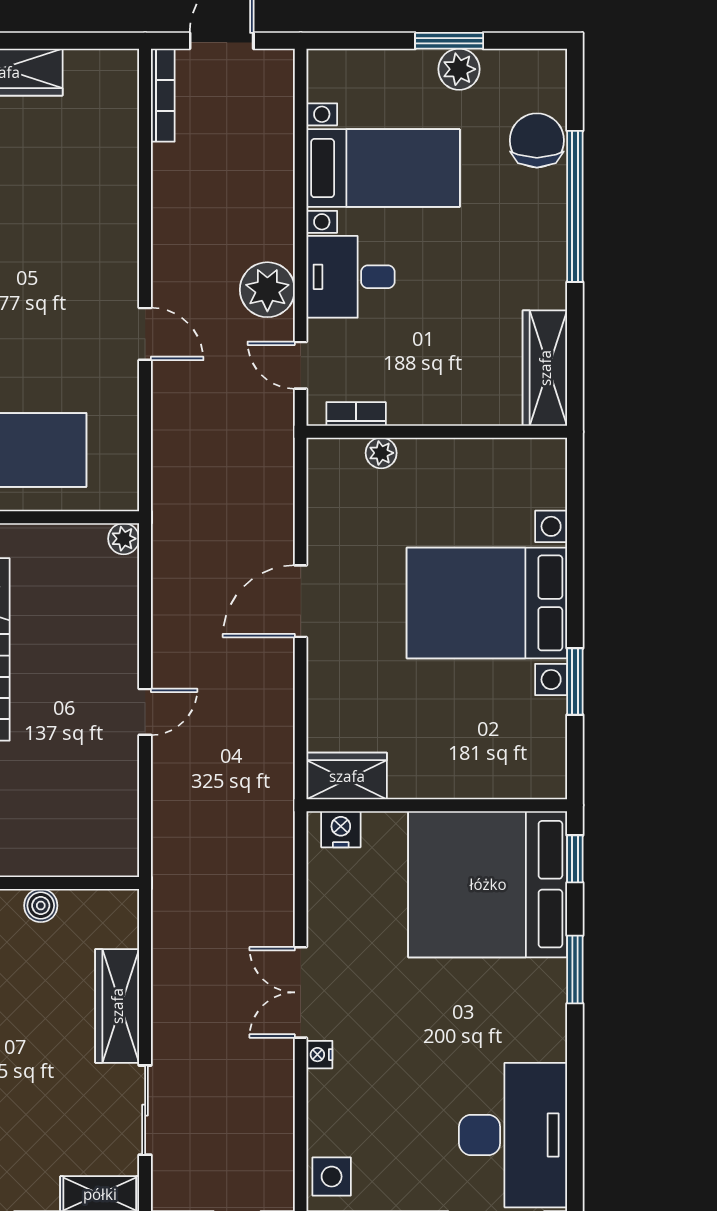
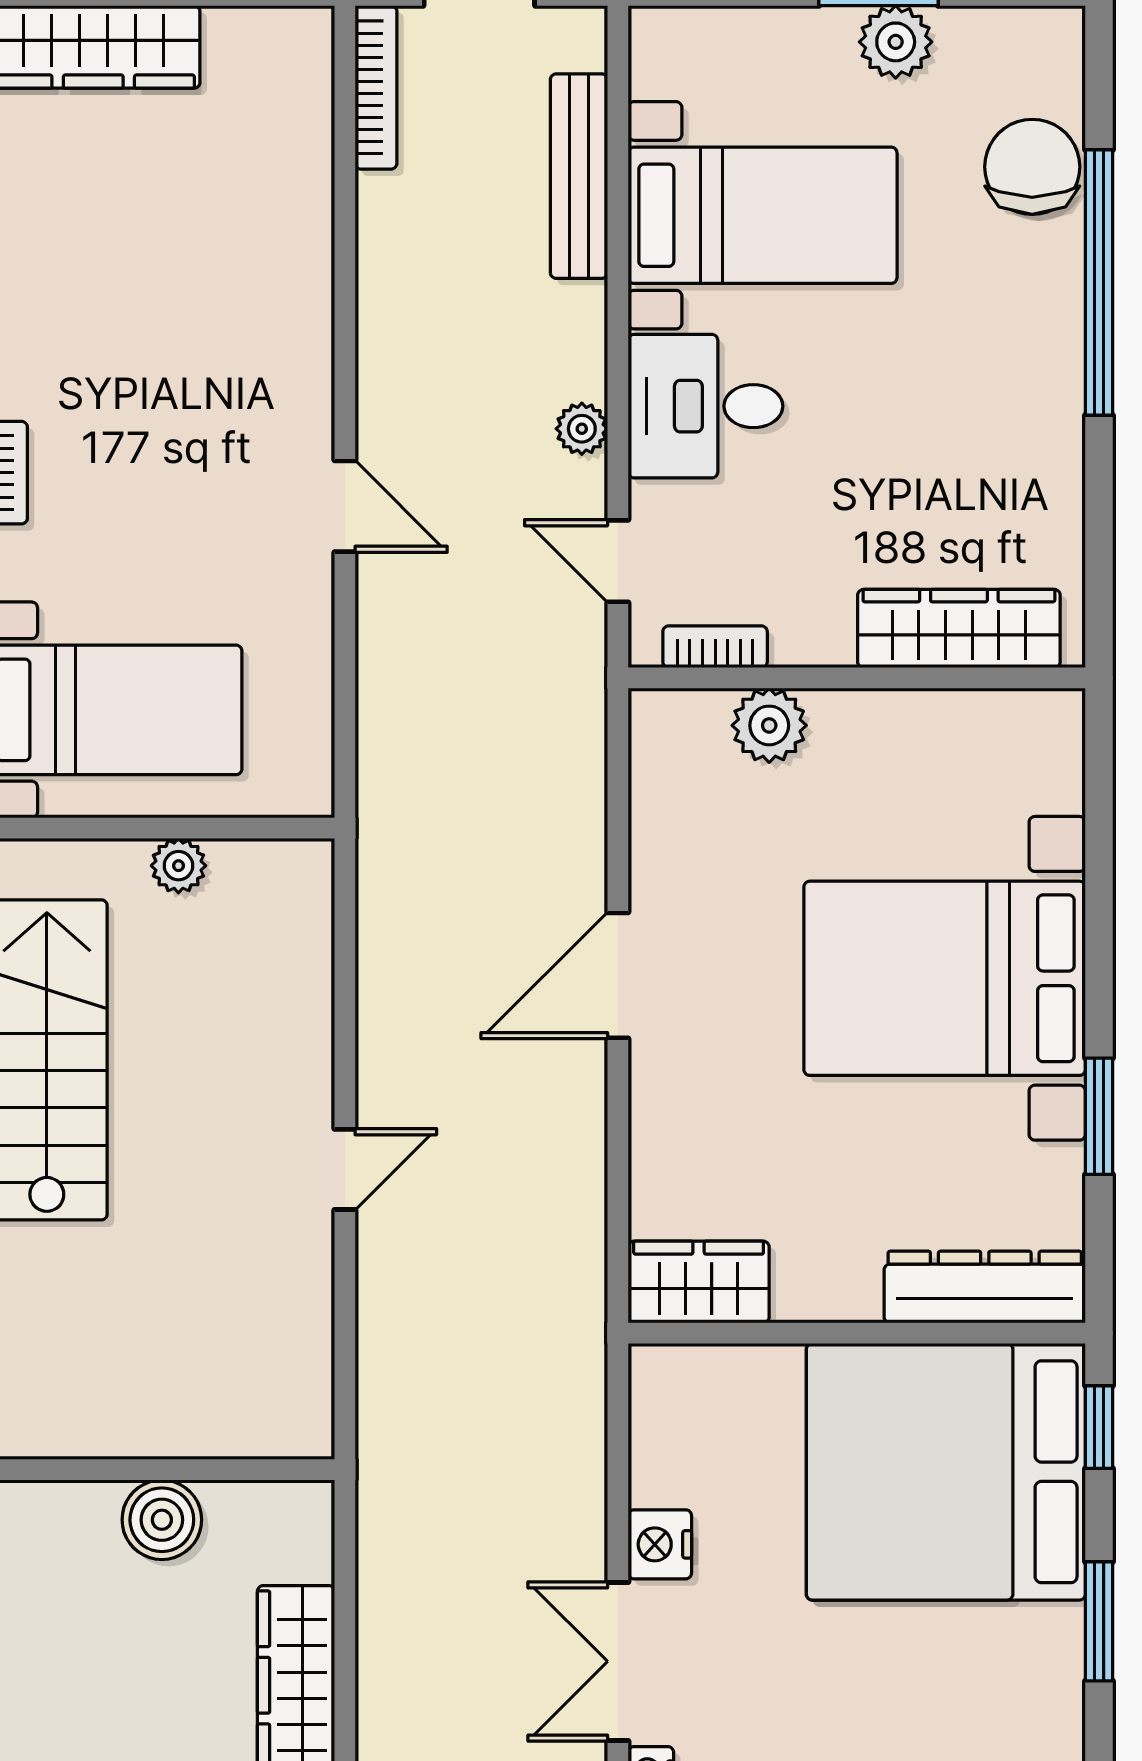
bench: (279, 146) -> (579, 176), added
plant: (267, 290) -> (582, 429), width x0.53, depth x0.53
wardrobe: (545, 368) -> (959, 629), moved, turned 90
plant: (381, 453) -> (769, 725), width x1.38, depth x1.38
plant: (124, 539) -> (178, 866), moved
dresser: (510, 779) -> (985, 1287), added
nightstand: (341, 829) -> (660, 1544), moved, turned -90
boiler: (41, 906) -> (162, 1520), width x1.36, depth x1.36

